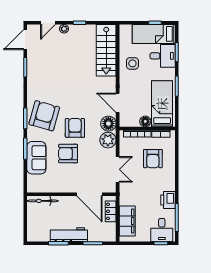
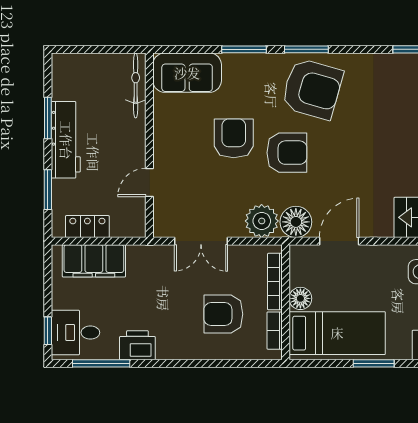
sofa: (36, 158) -> (187, 73), moved
door: (89, 194) -> (149, 182), width x0.53
locker: (111, 211) -> (87, 227), moved

